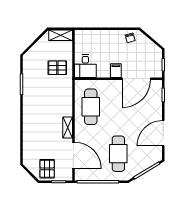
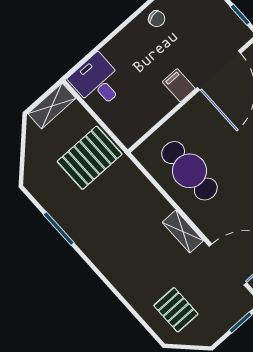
desk: (85, 66) -> (97, 82), moved, turned 180
pallet: (57, 68) -> (90, 158), width x1.50, depth x1.42
pallet: (47, 169) -> (176, 310), moved

